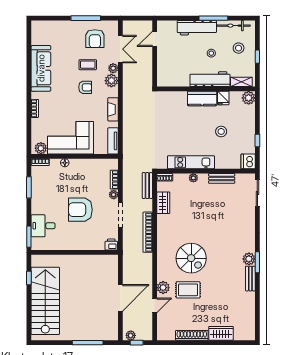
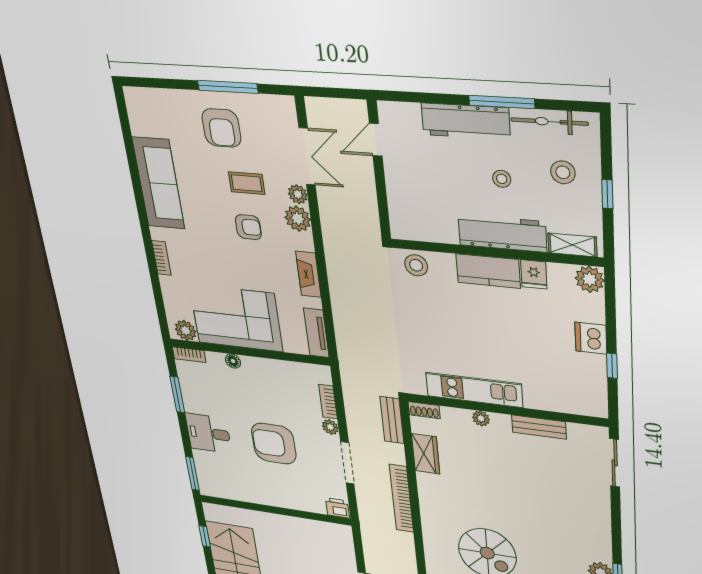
armchair: (95, 39) -> (221, 128), moved
stool: (221, 131) -> (416, 265), moved
dishwasher: (248, 161) -> (591, 338), moved
desk: (43, 226) -> (208, 433), moved

